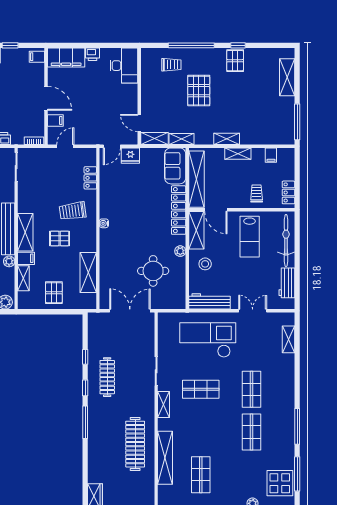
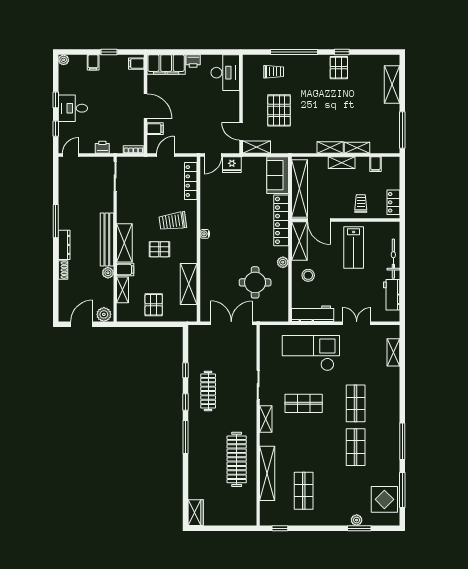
pallet: (199, 91) -> (279, 110), moved
shelving: (182, 139) -> (357, 148), moved
locker: (90, 178) -> (191, 181), width x1.53
bicycle: (286, 241) -> (393, 259), width x0.73, depth x0.71

